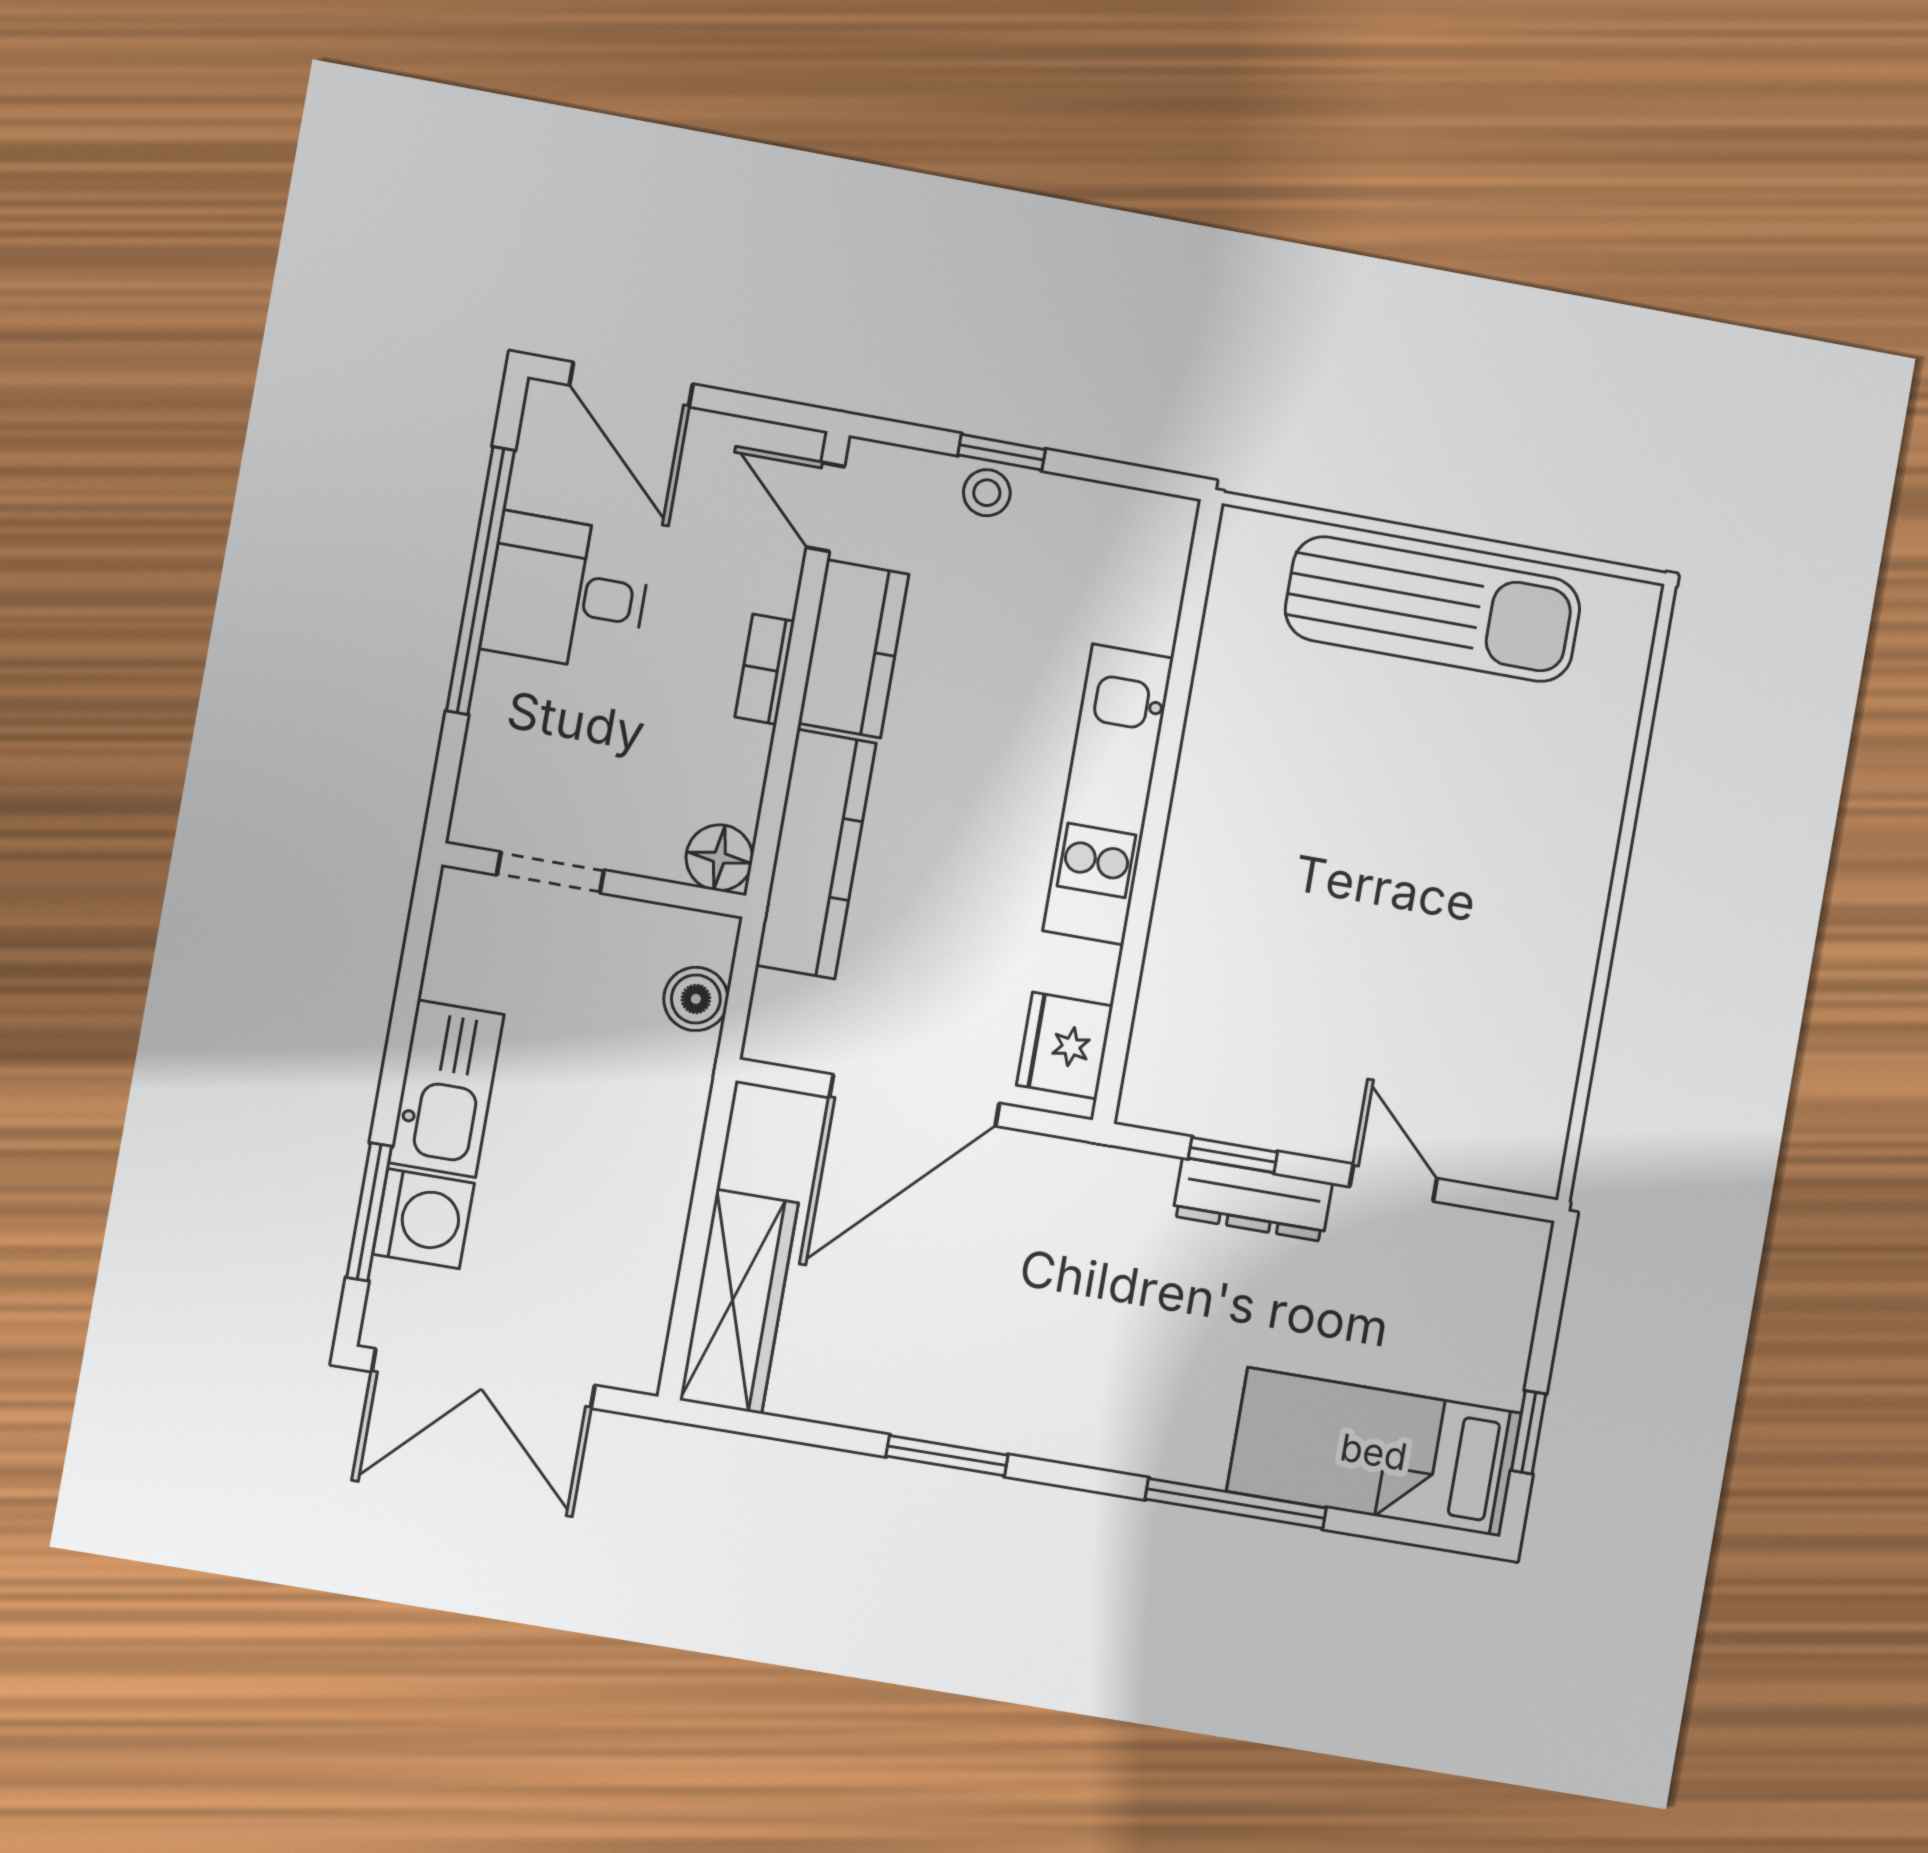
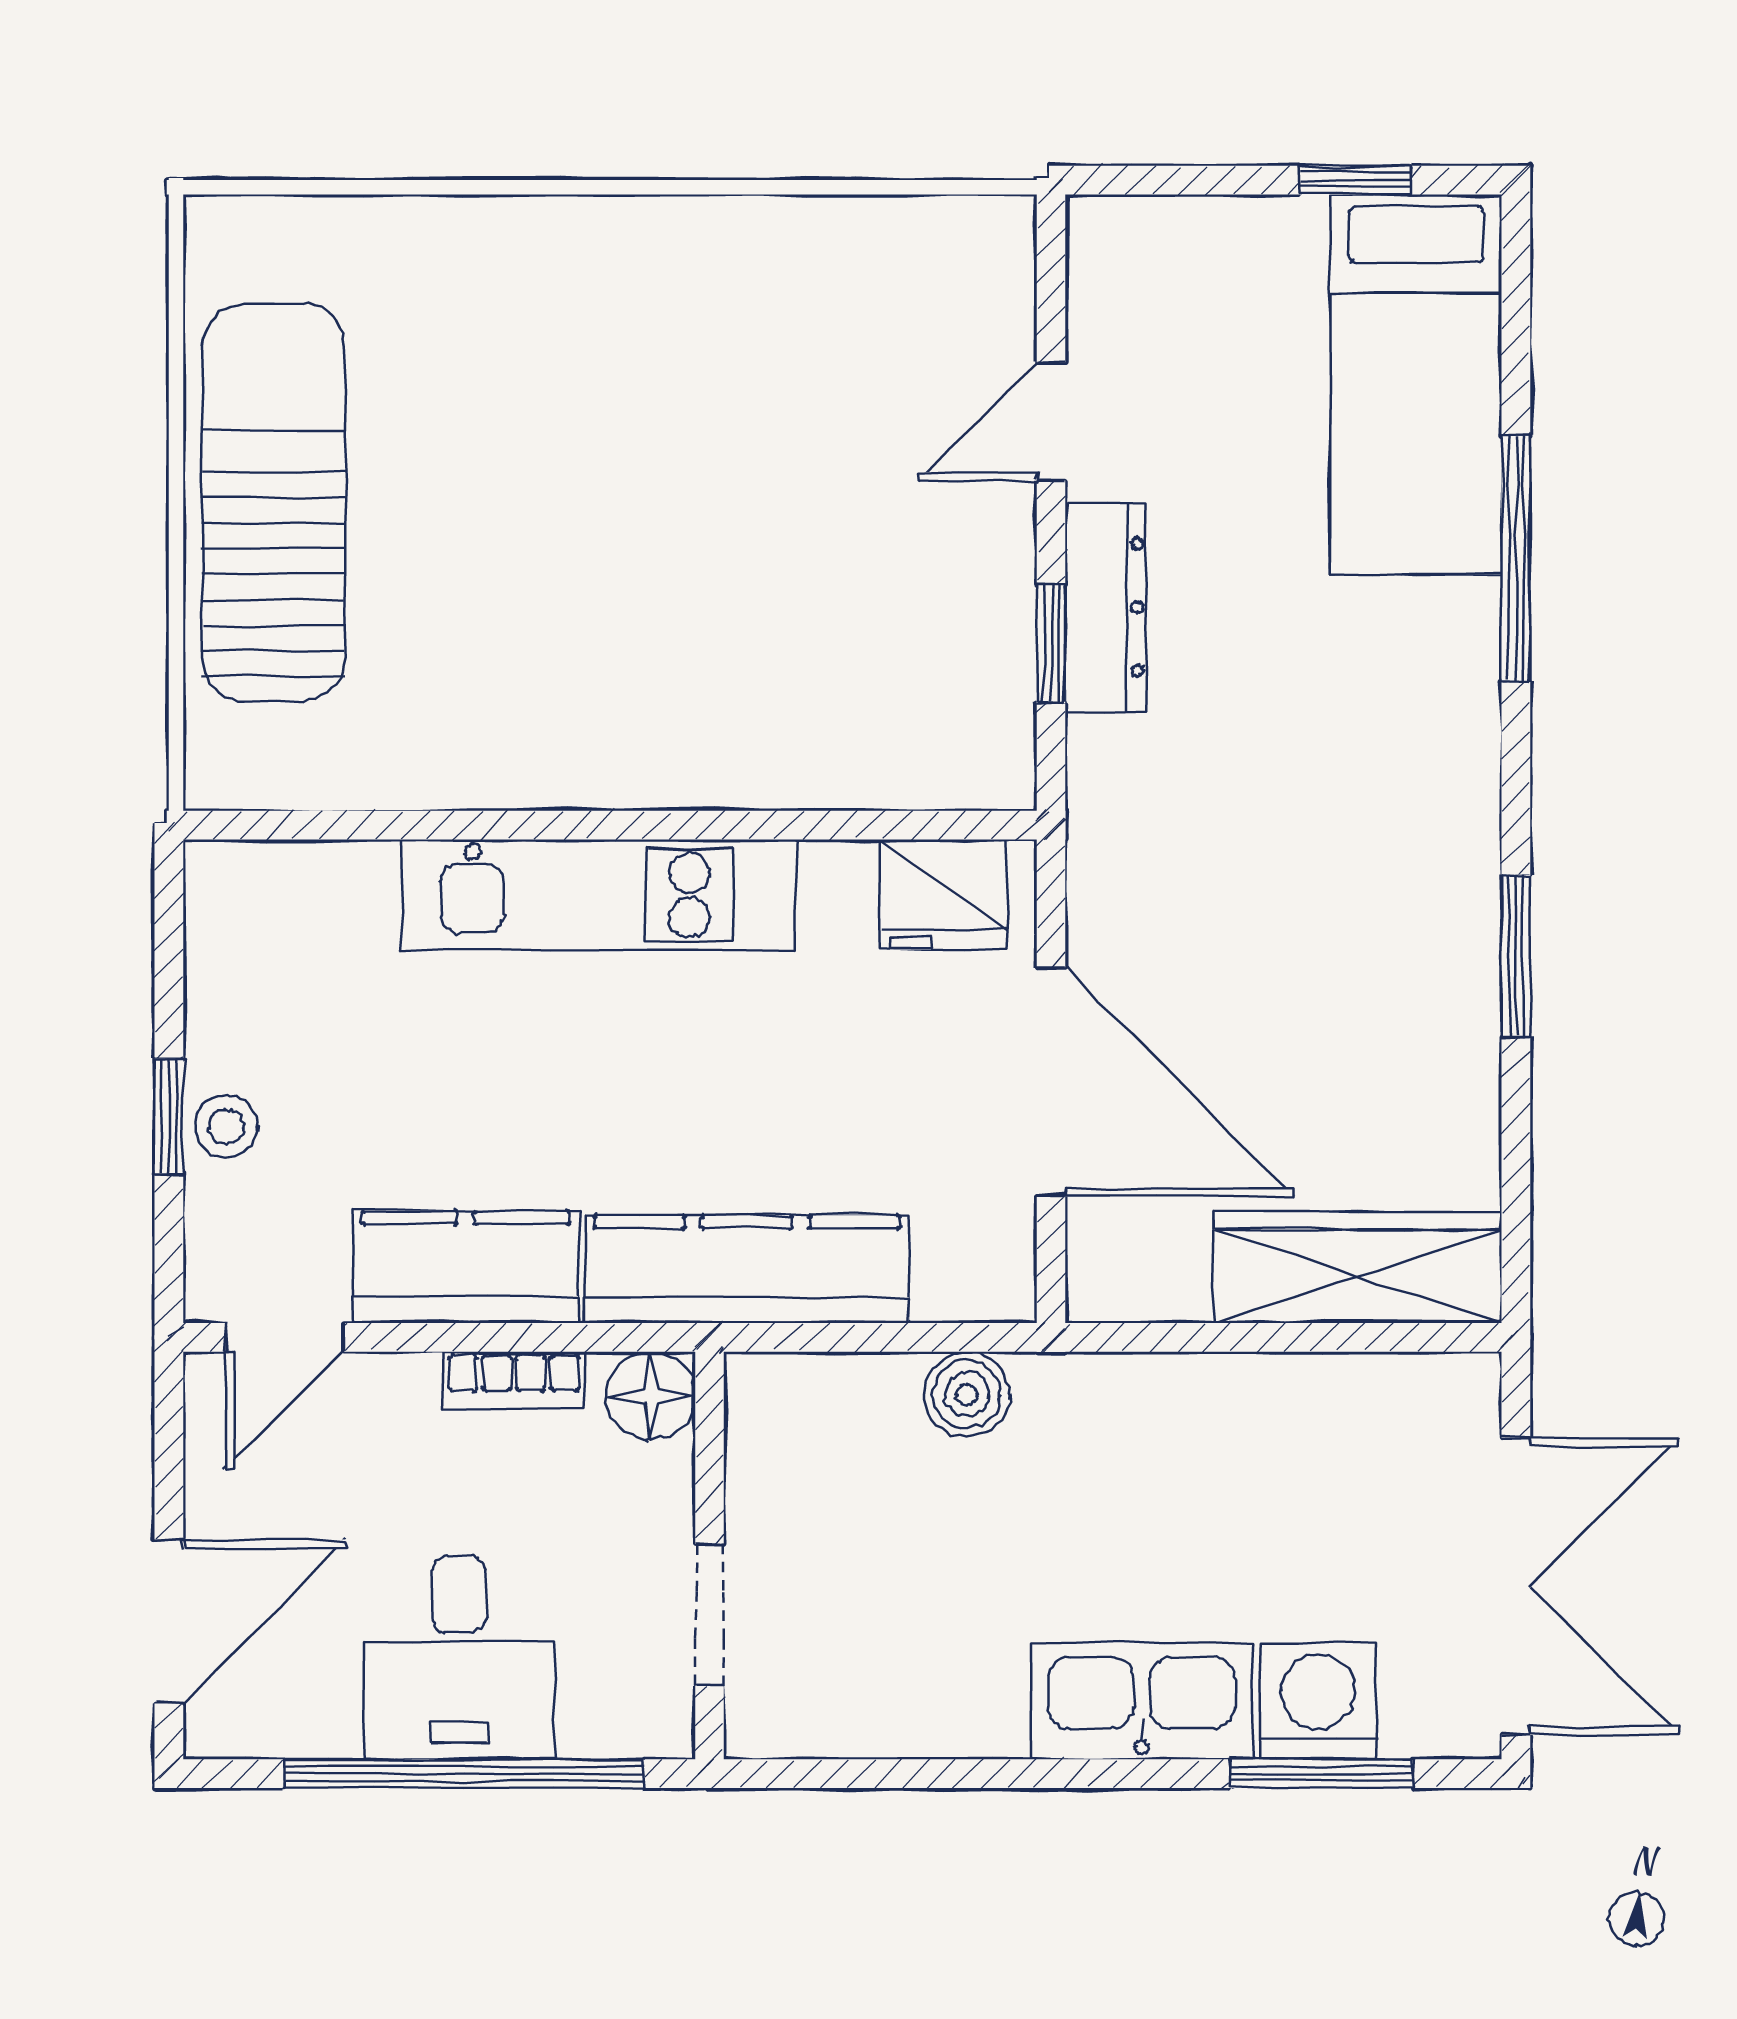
floor lamp: (719, 858) -> (651, 1396), moved
doorway: (550, 873) -> (710, 1615), moved
wall: (594, 880) -> (710, 1556), moved

